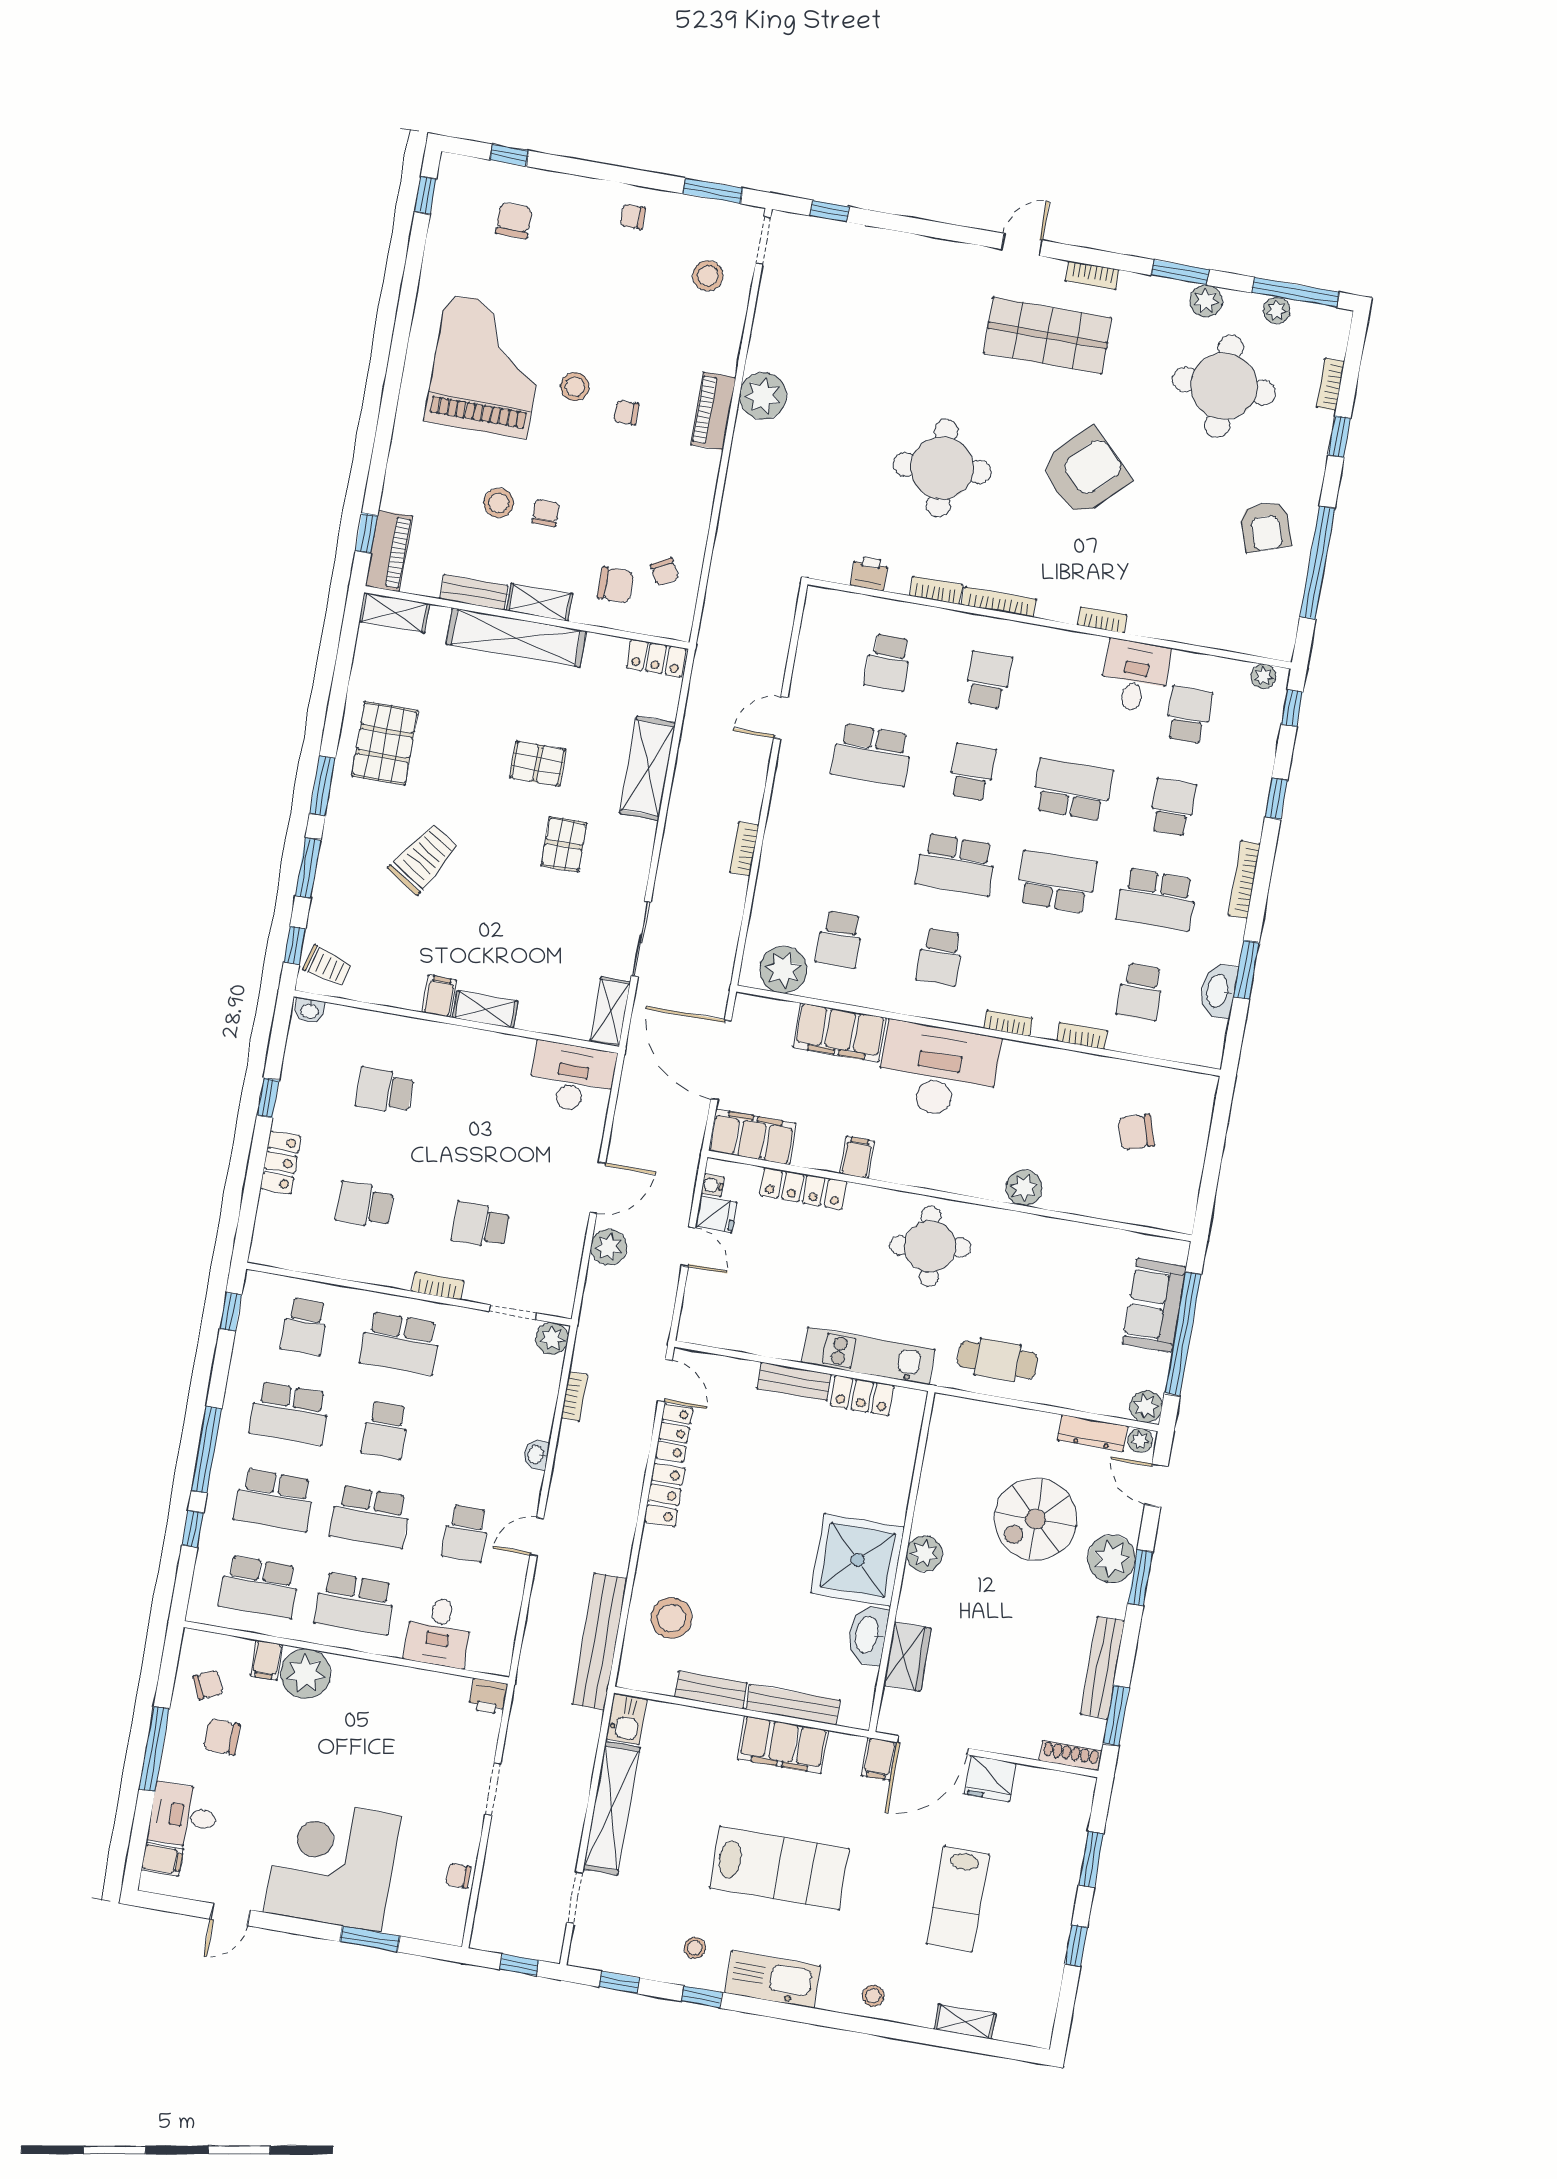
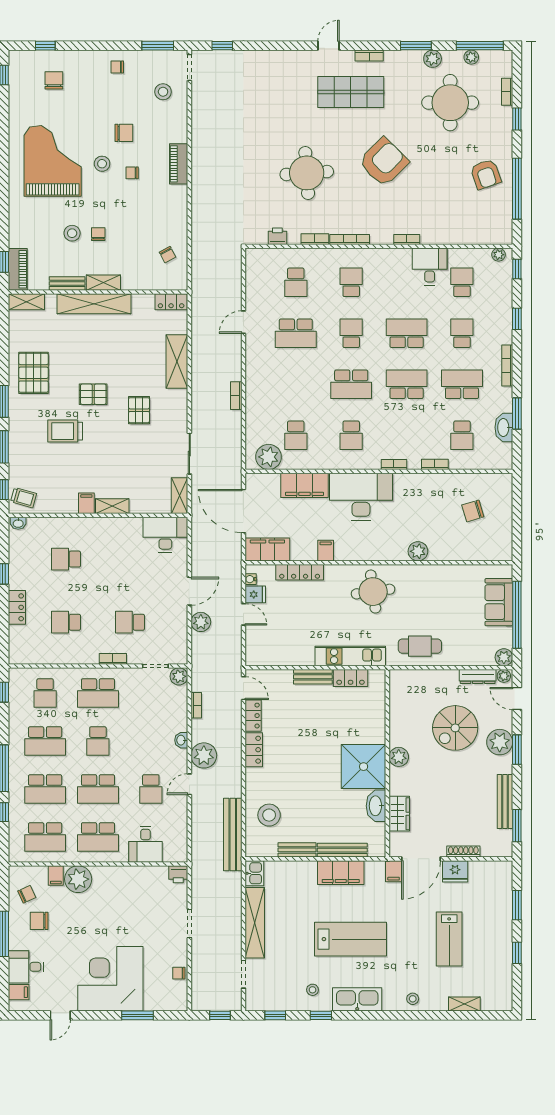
plant: (763, 396) -> (204, 755), moved
chair: (615, 585) -> (124, 133), moved
pallet: (538, 764) -> (93, 394), moved
trolley: (424, 859) -> (65, 431), turned -123
school desk: (1156, 899) -> (462, 384), turned 180
shoe rack: (1071, 1756) -> (463, 852), moved

